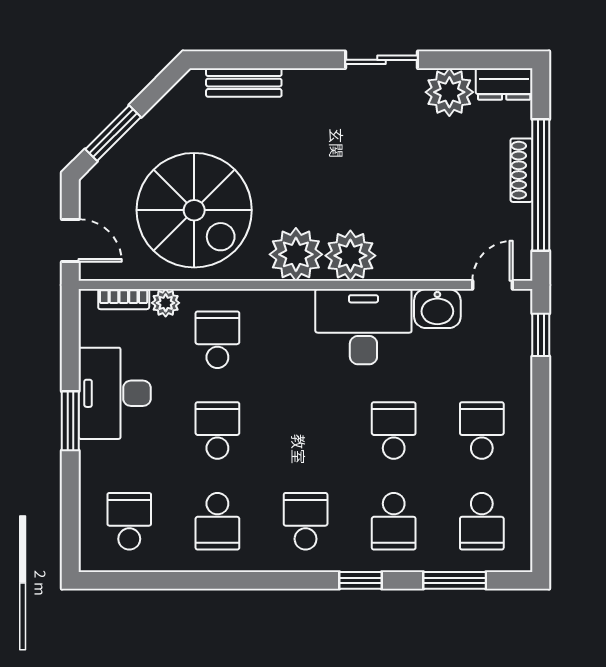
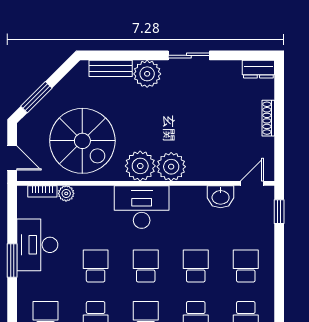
plant: (449, 92) -> (147, 74), moved
window: (541, 185) -> (279, 127), removed
desk: (363, 327) -> (142, 207), moved
school desk: (217, 340) -> (146, 266), moved

